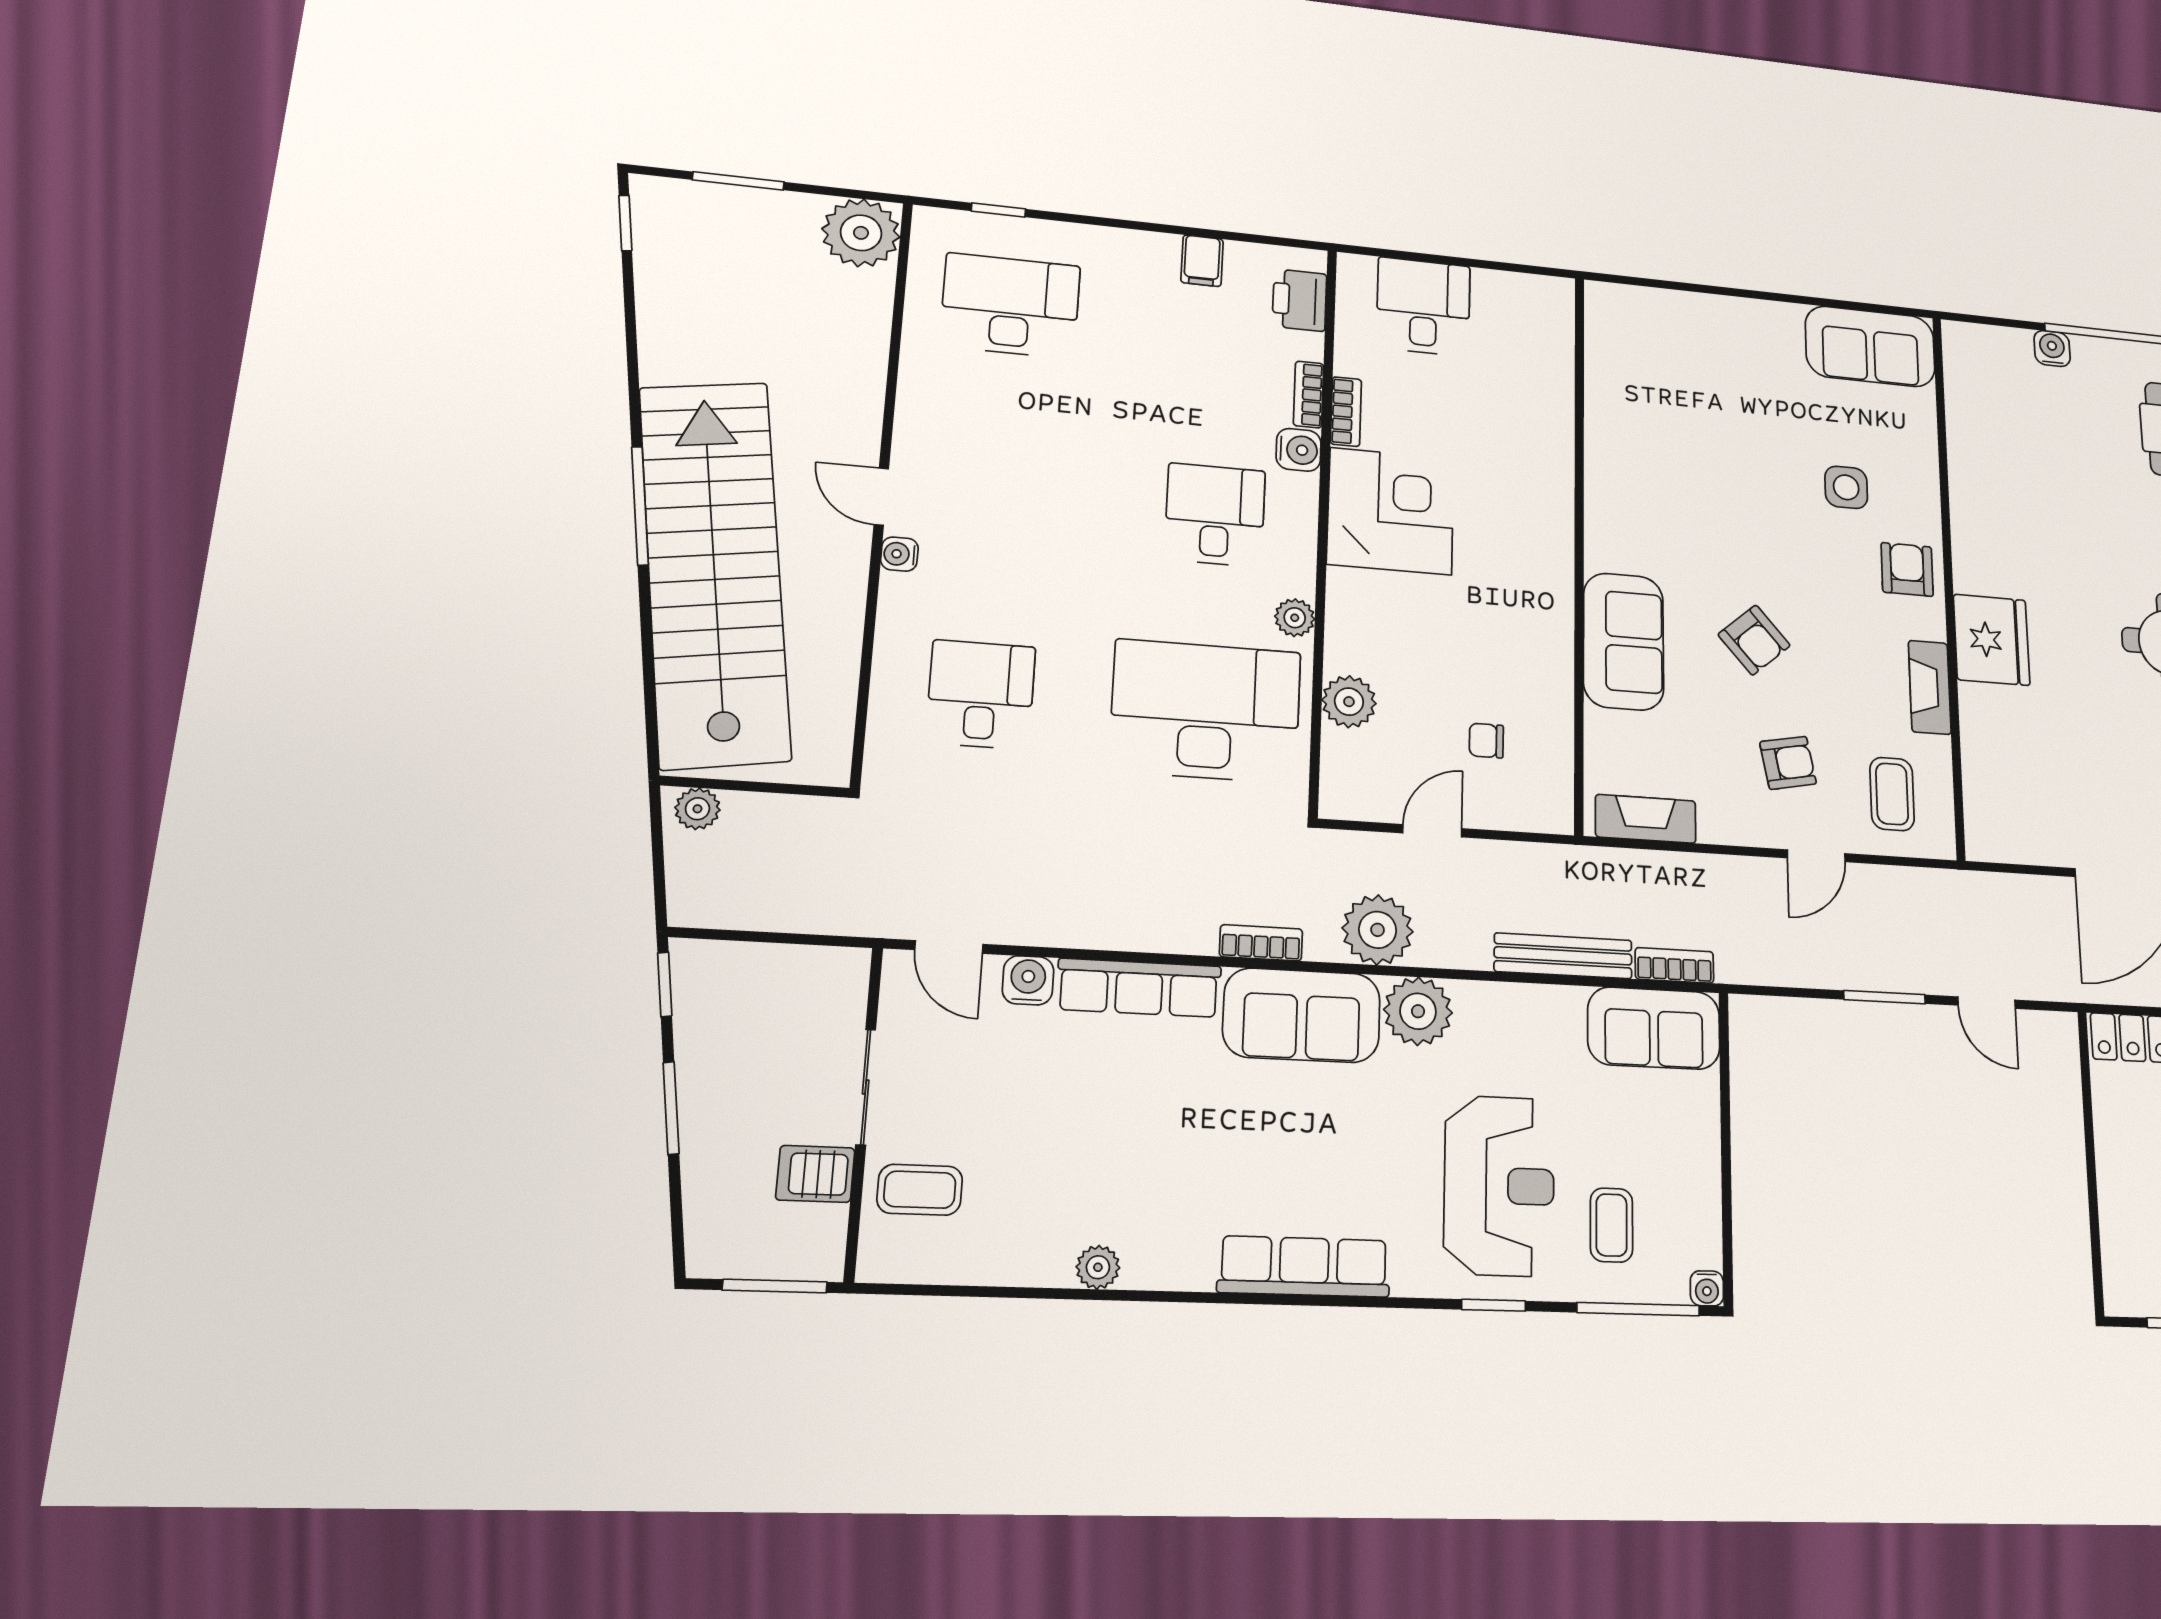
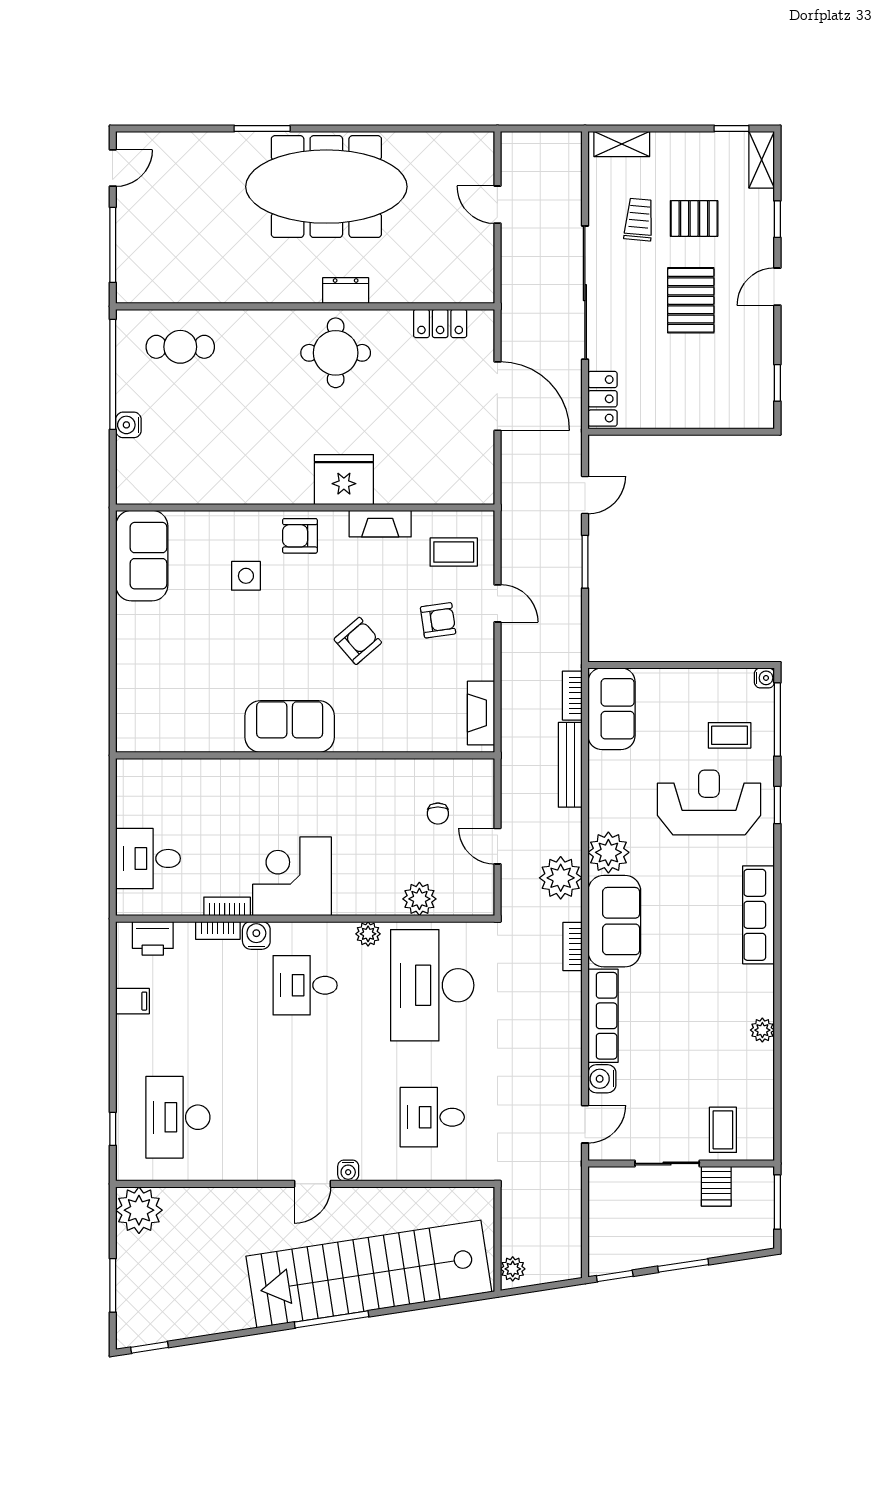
sofa: (1624, 641) -> (290, 727), moved
armchair: (1788, 763) -> (438, 620), turned 93

